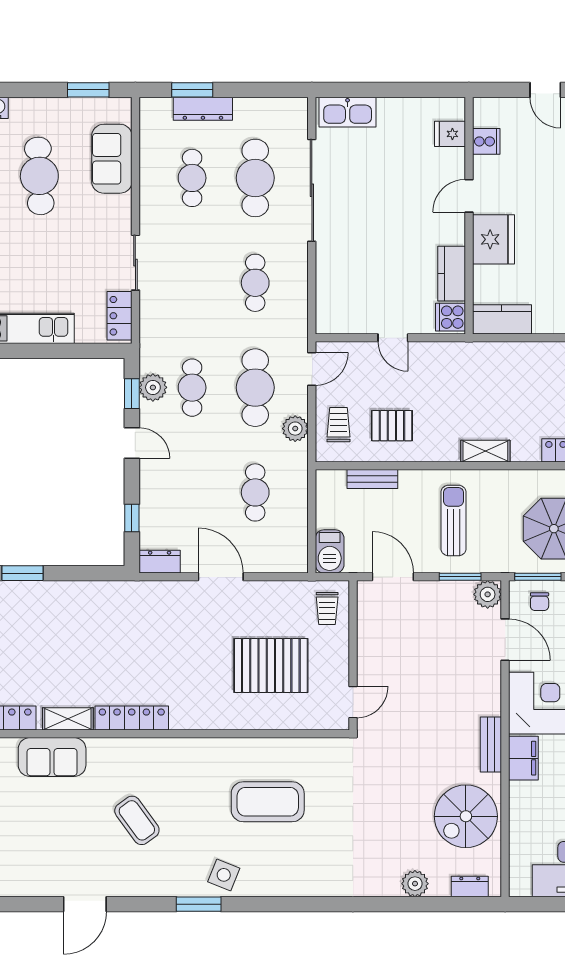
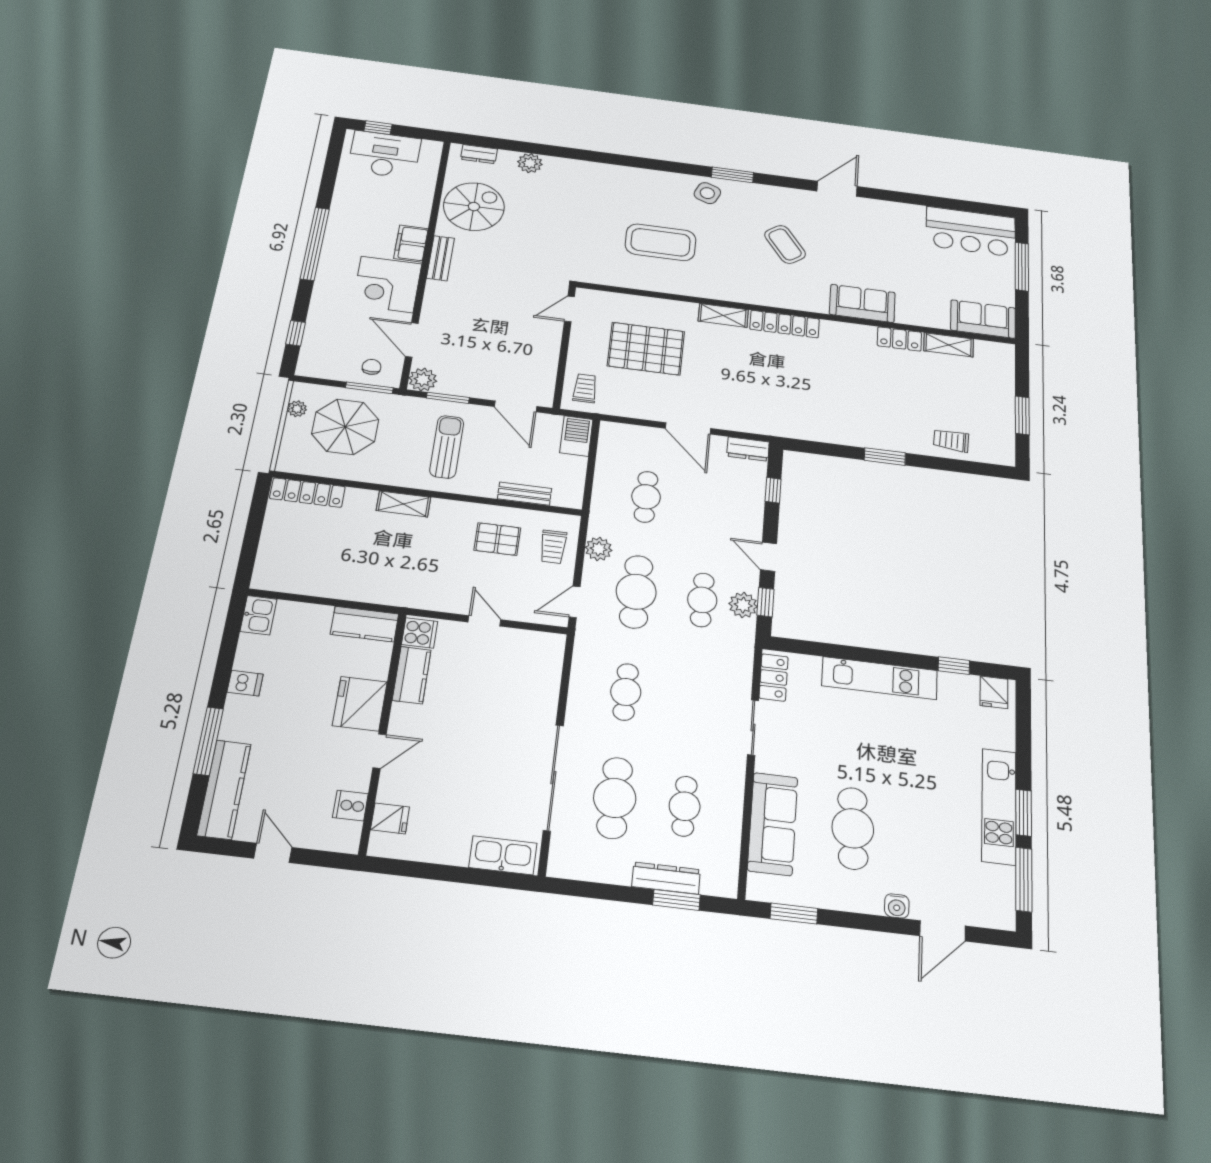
sofa: (112, 159) -> (773, 824), width x1.36
sun lounger: (453, 521) -> (447, 447), turned 180
shelving: (68, 719) -> (723, 315), moved

